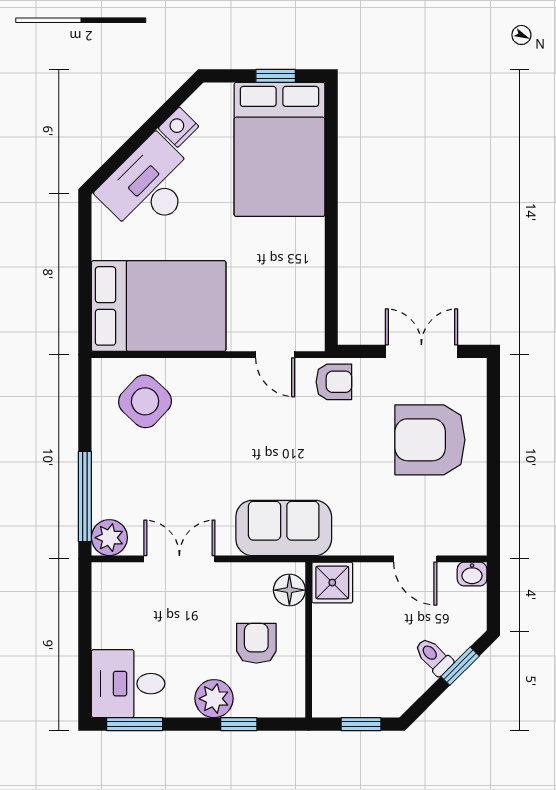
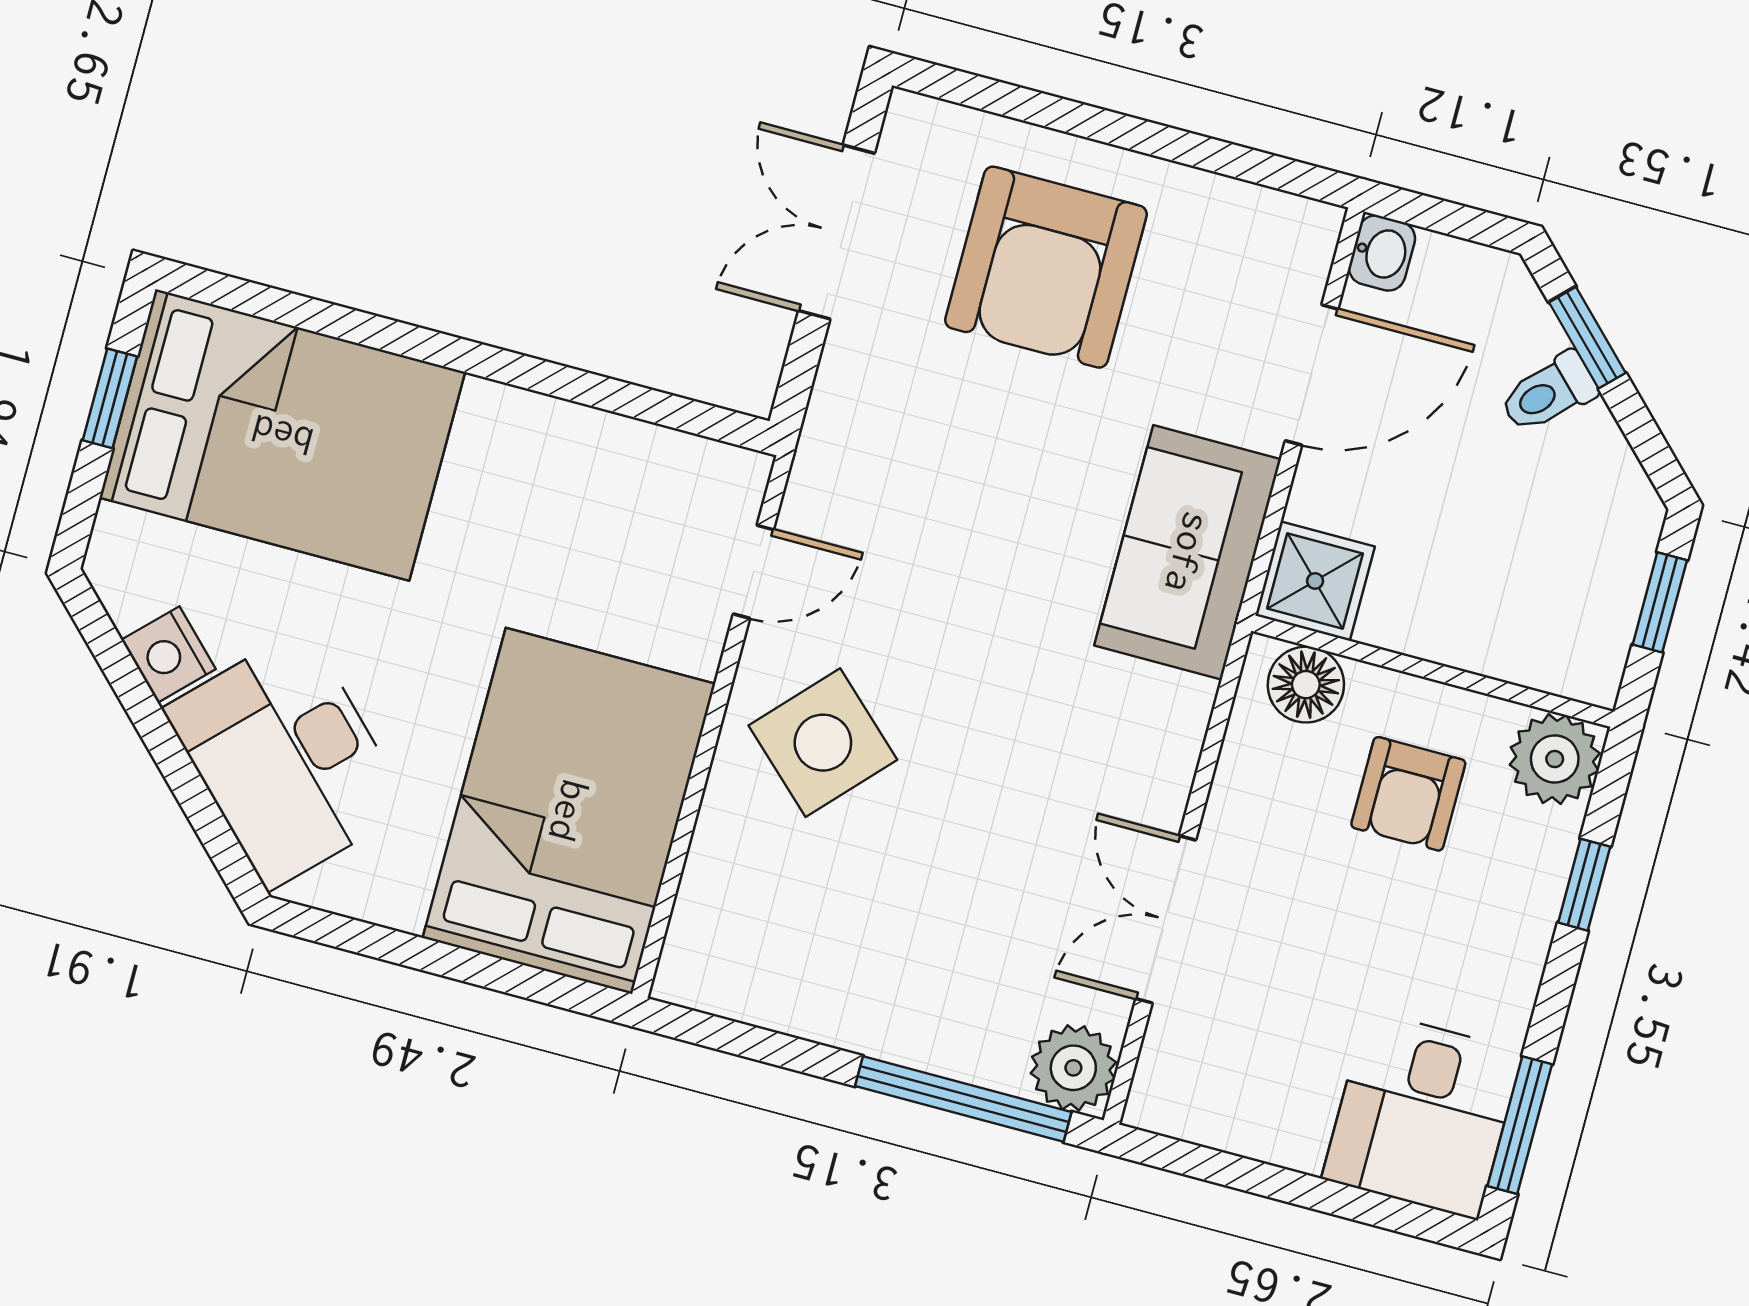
armchair: (334, 382) -> (853, 453), removed
side table: (145, 401) -> (823, 743), moved
sofa: (284, 528) -> (1188, 552), moved
door: (415, 559) -> (1312, 375), width x1.38
armchair: (256, 643) -> (1408, 794), turned -90
plant: (214, 699) -> (1555, 759), moved

